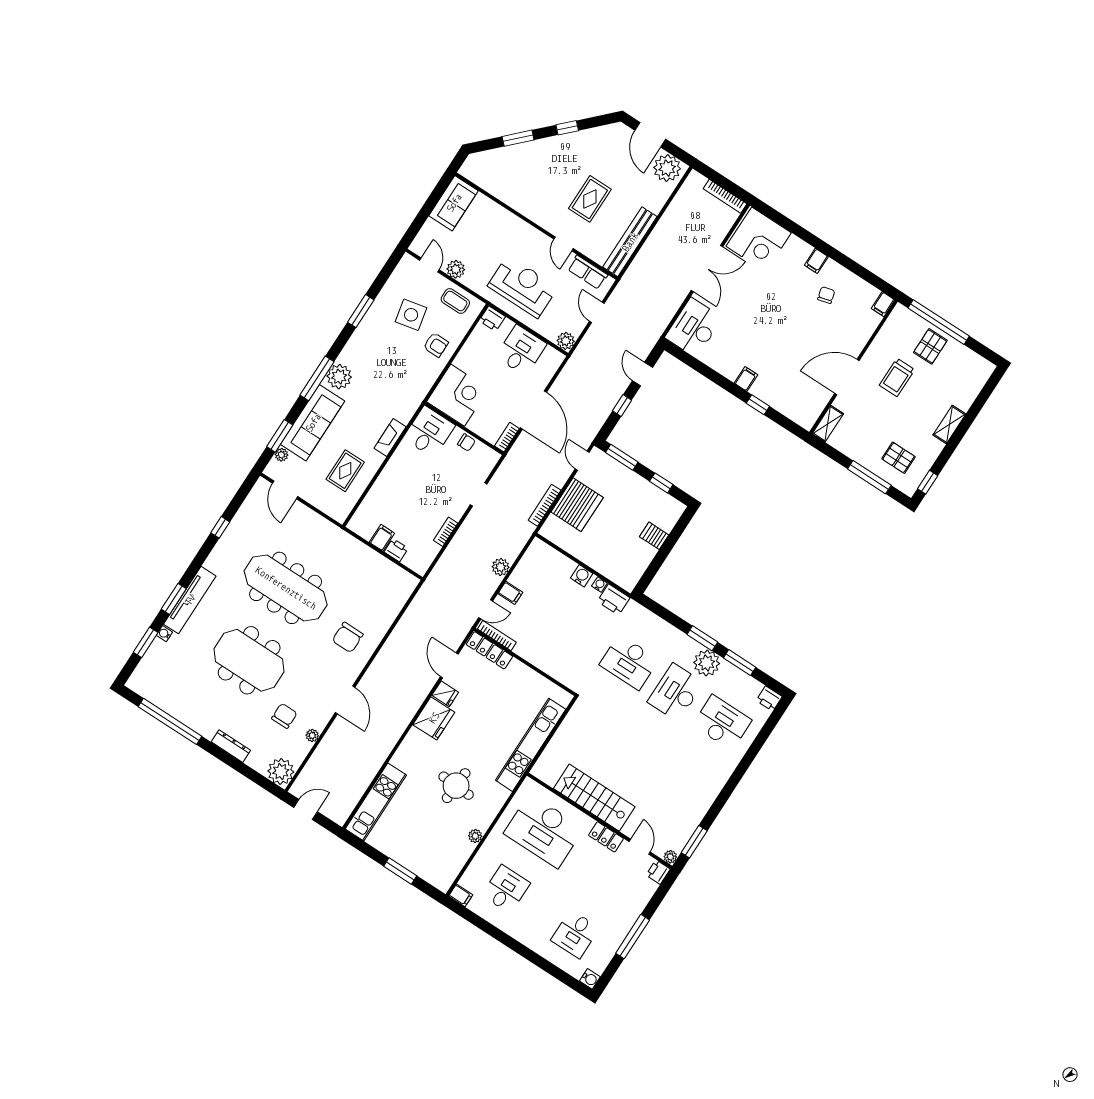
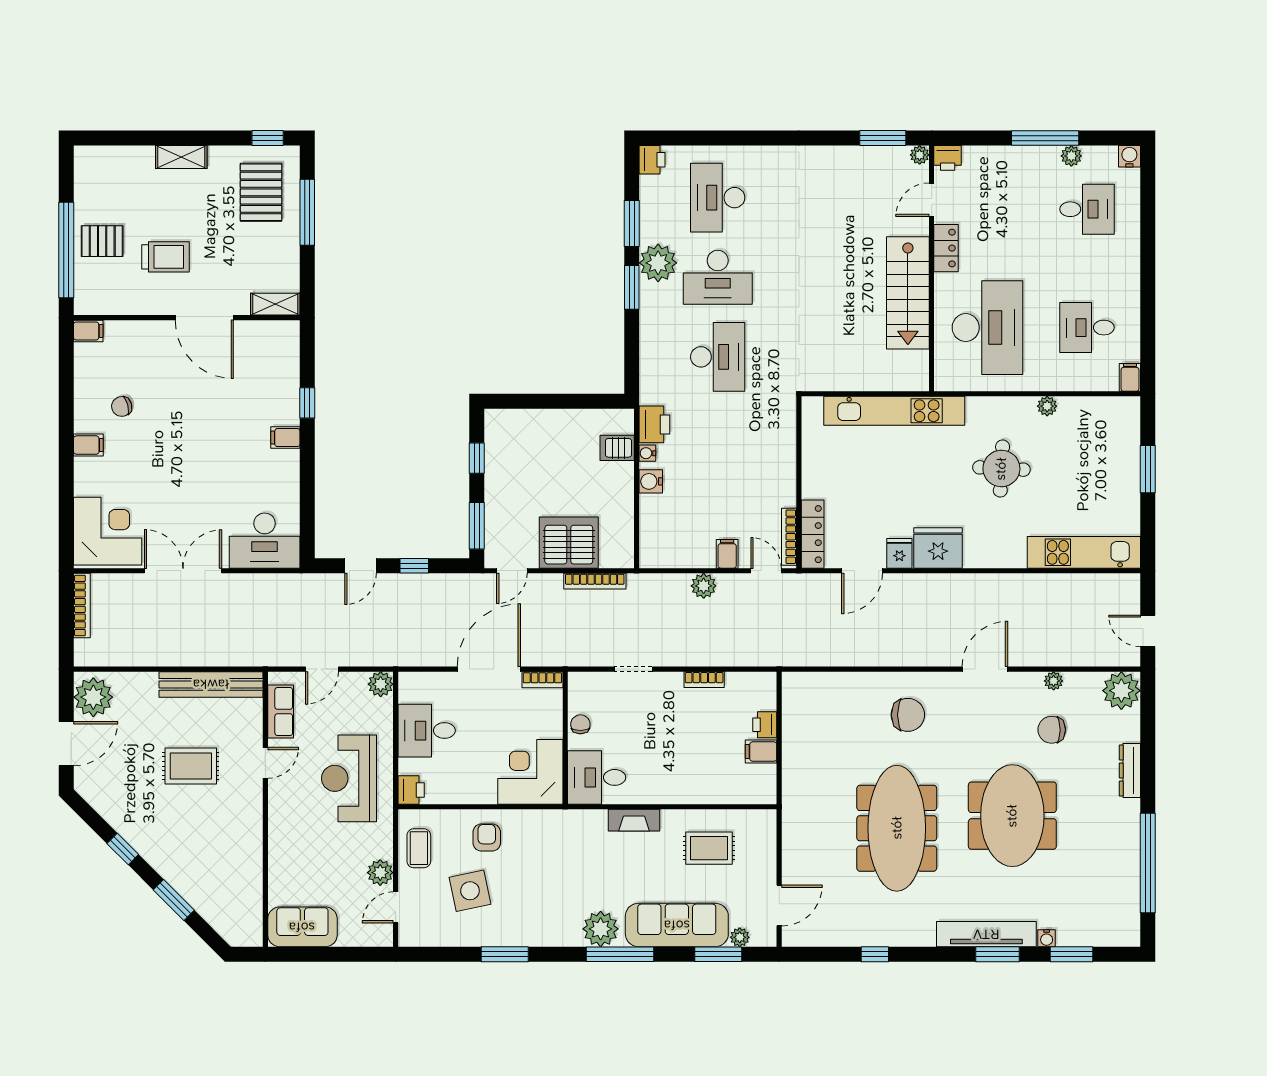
pallet: (899, 458) -> (261, 192), width x1.50, depth x1.42
server rack: (654, 536) -> (617, 448), moved, turned 90
plant: (612, 945) -> (1071, 156), added

